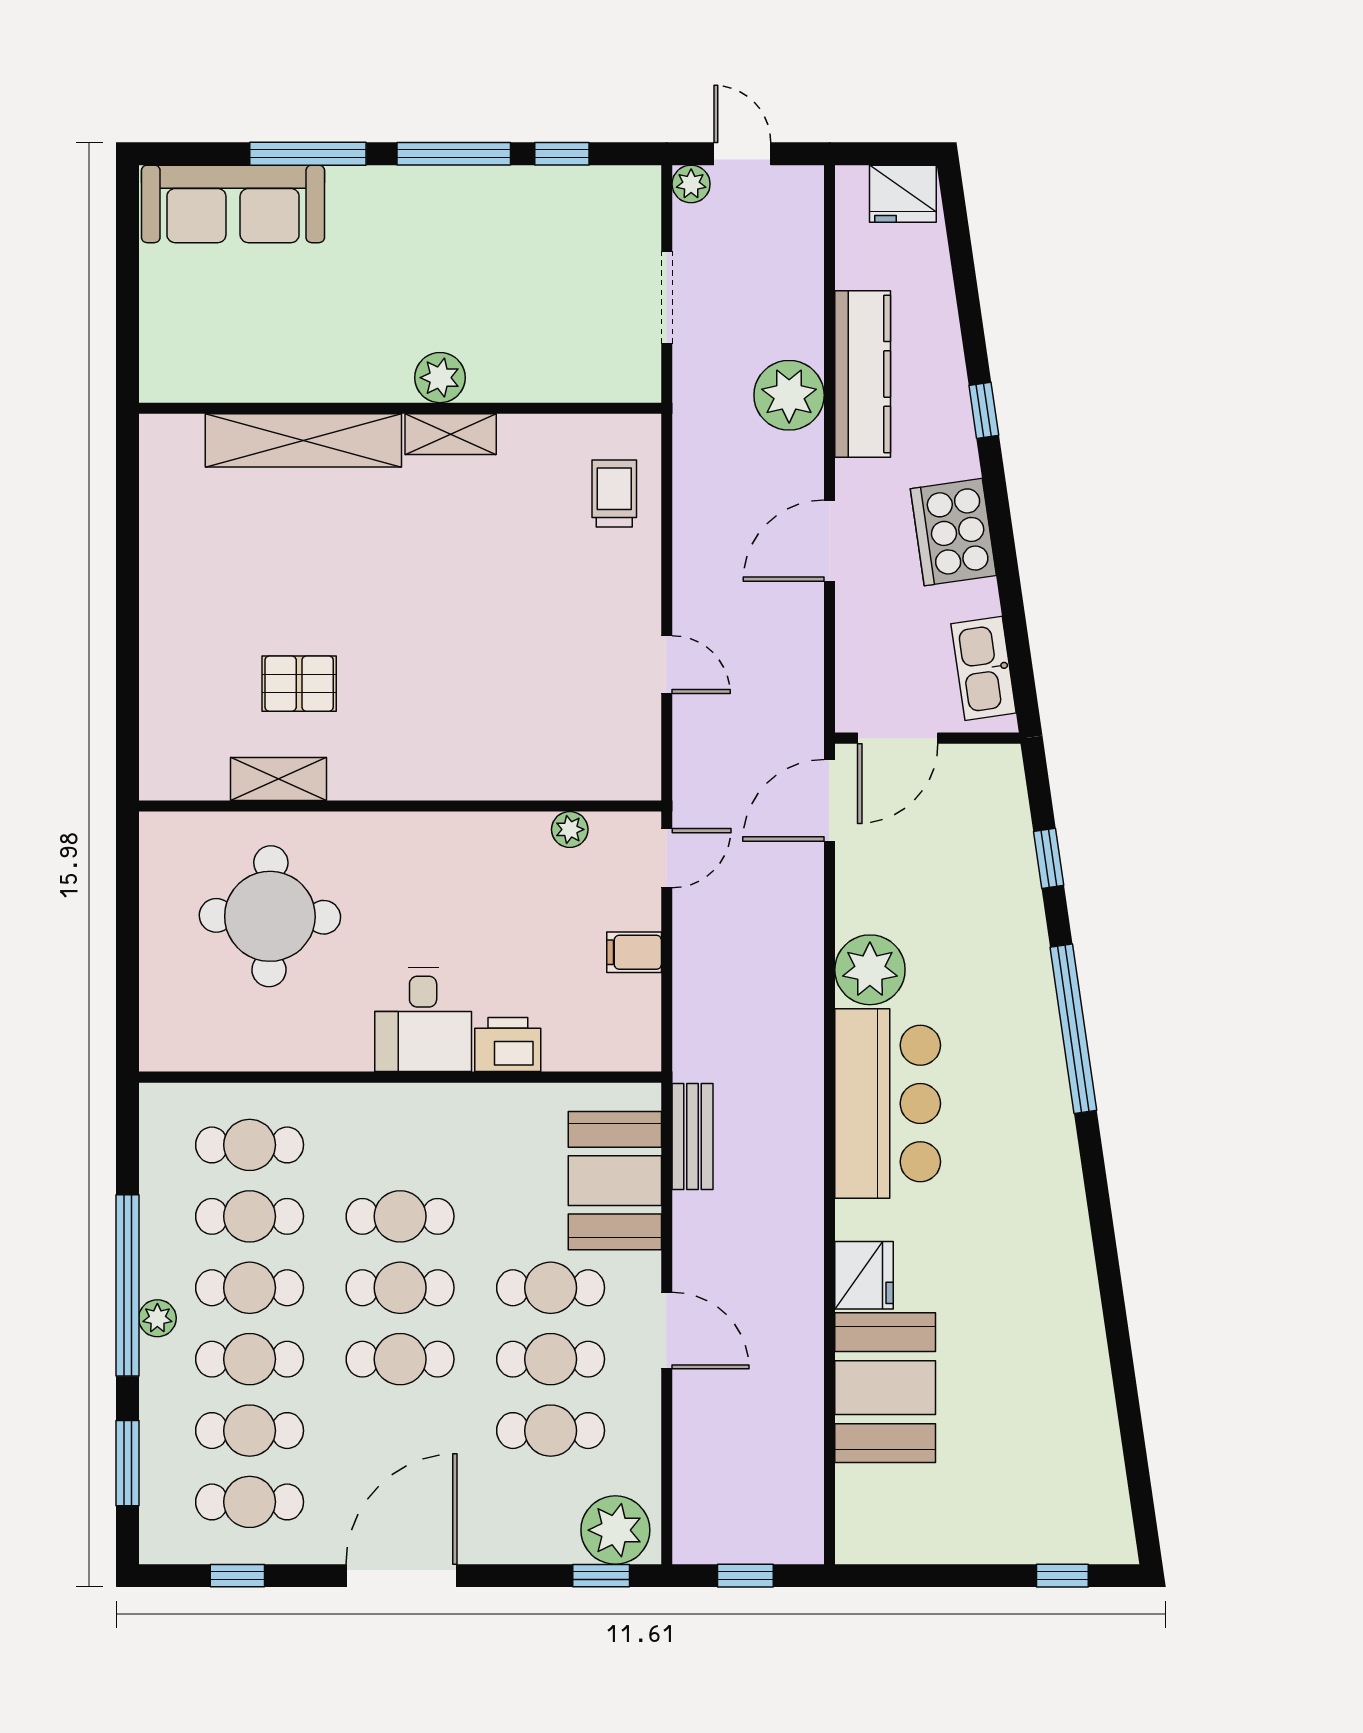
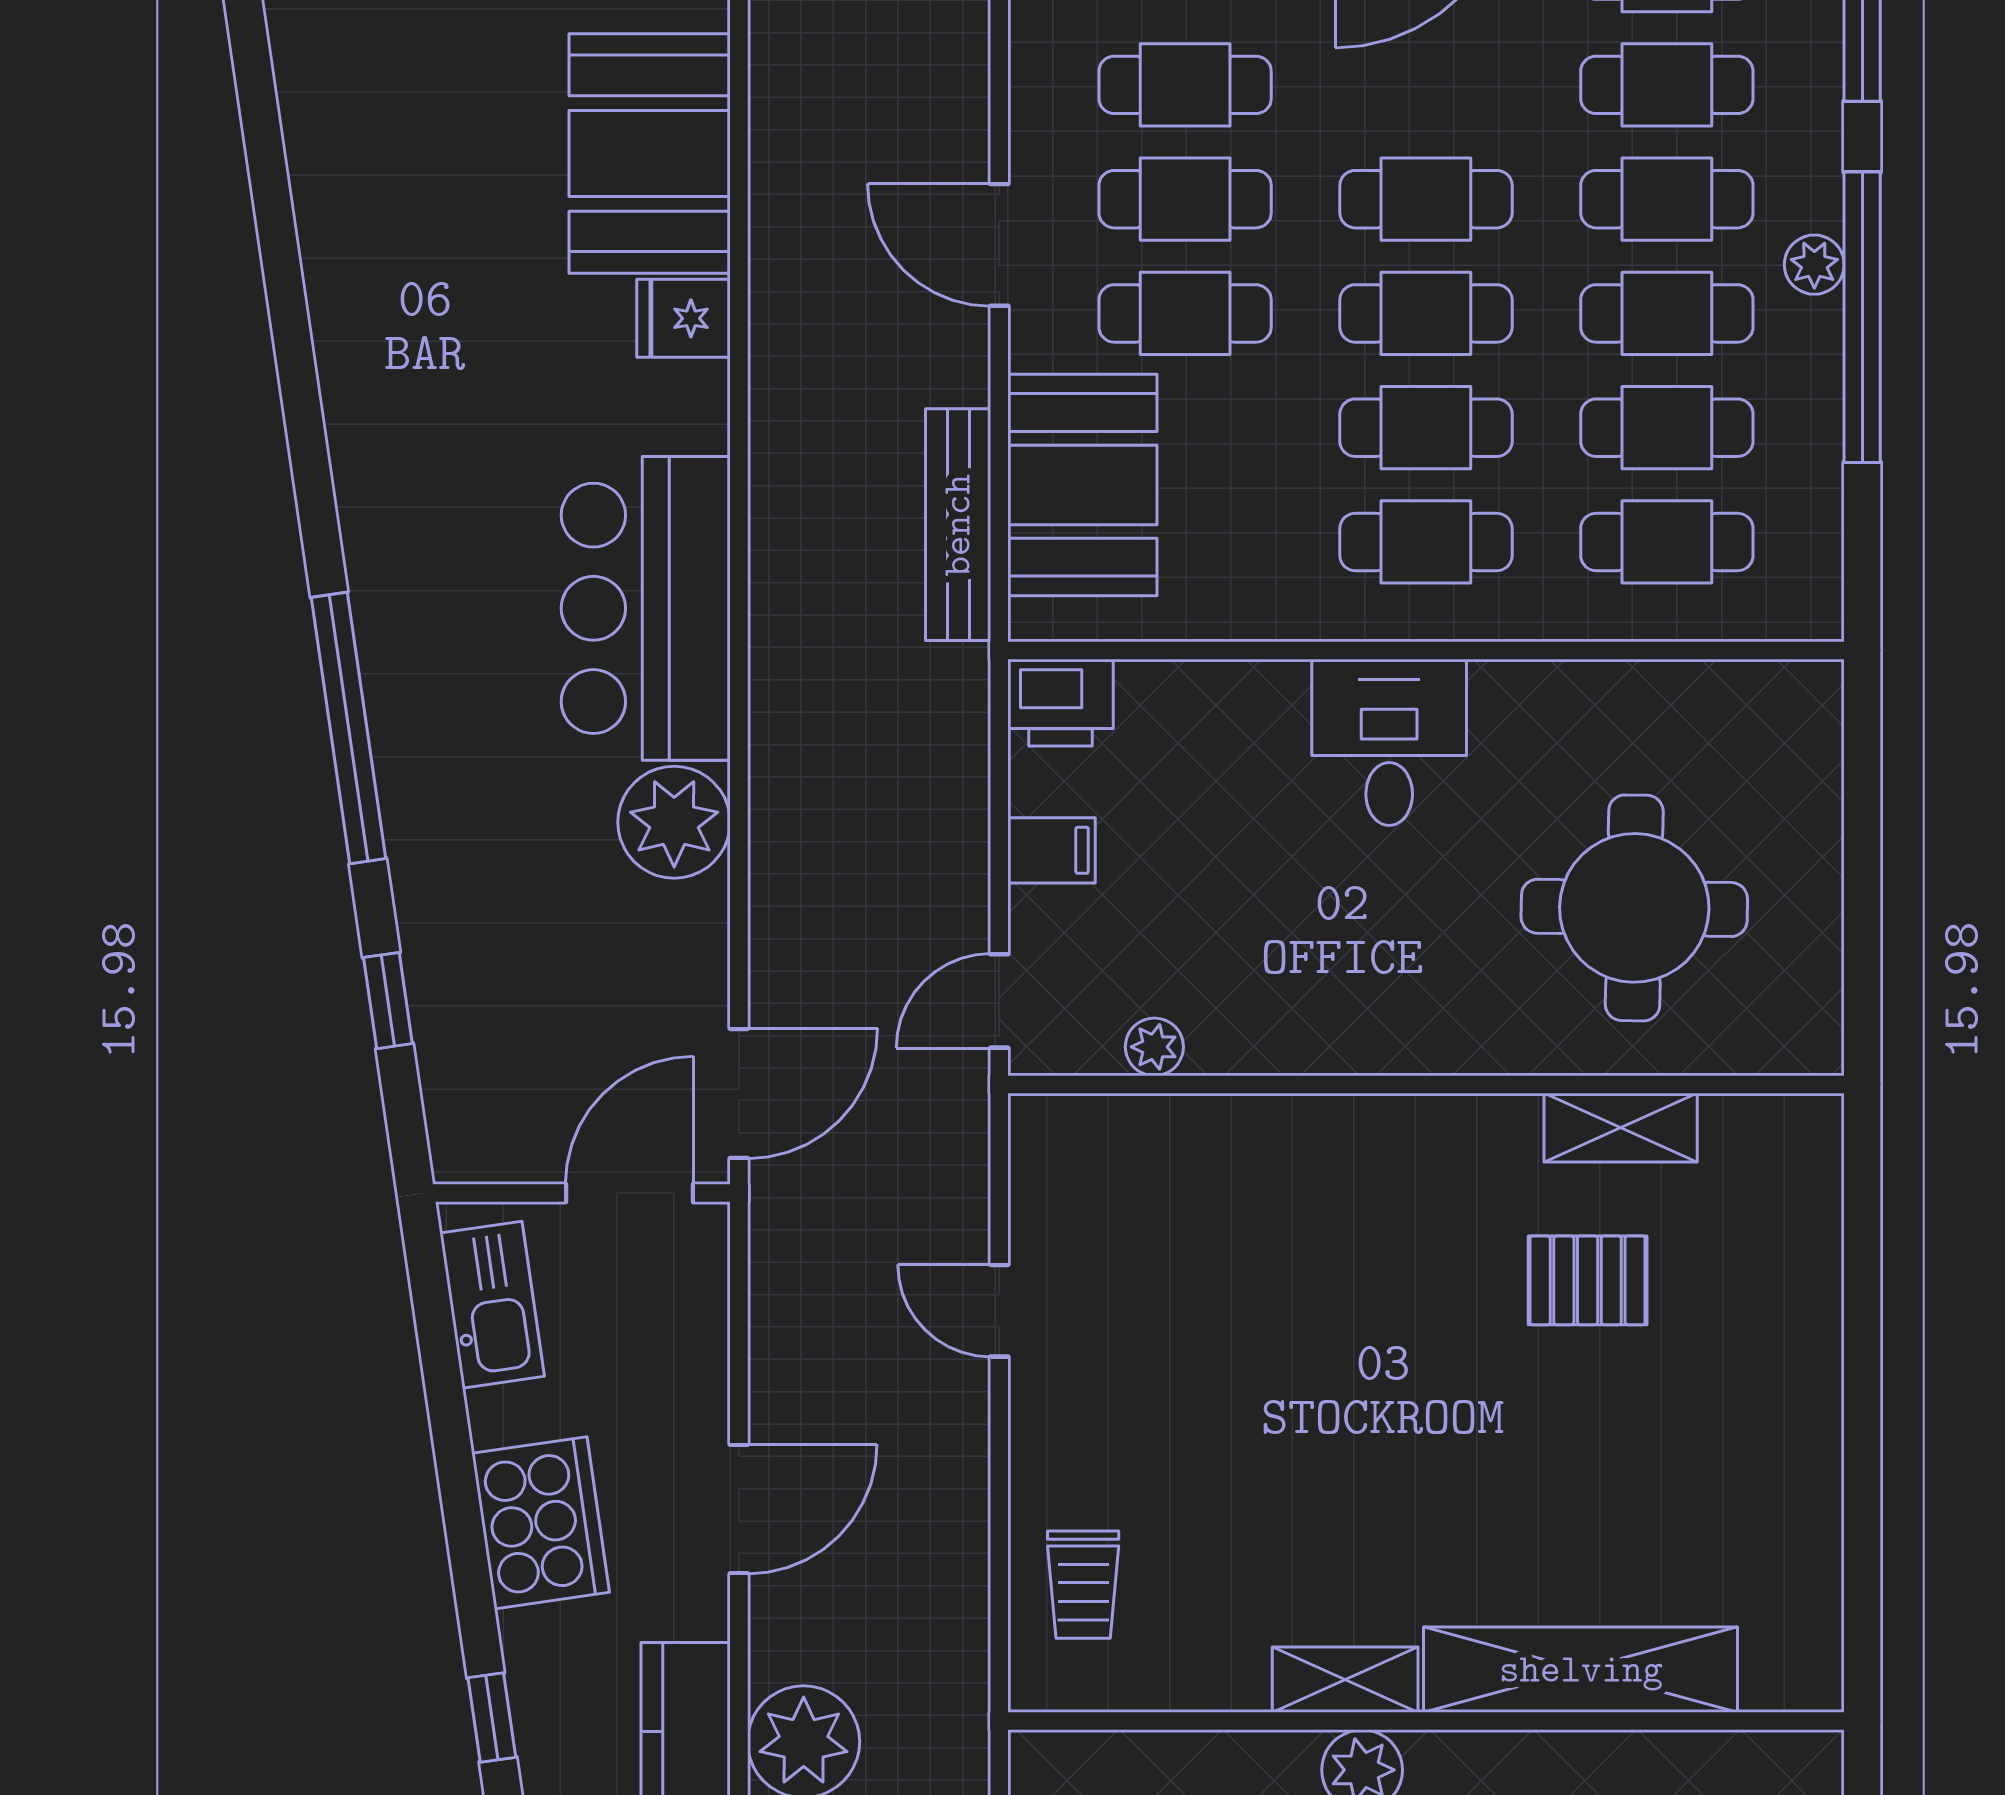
printer: (508, 1045) -> (1061, 703), moved
bench: (692, 1136) -> (958, 525), width x1.36
cafe table: (400, 1145) -> (1426, 542), added
fridge: (864, 1275) -> (684, 318), width x0.72

